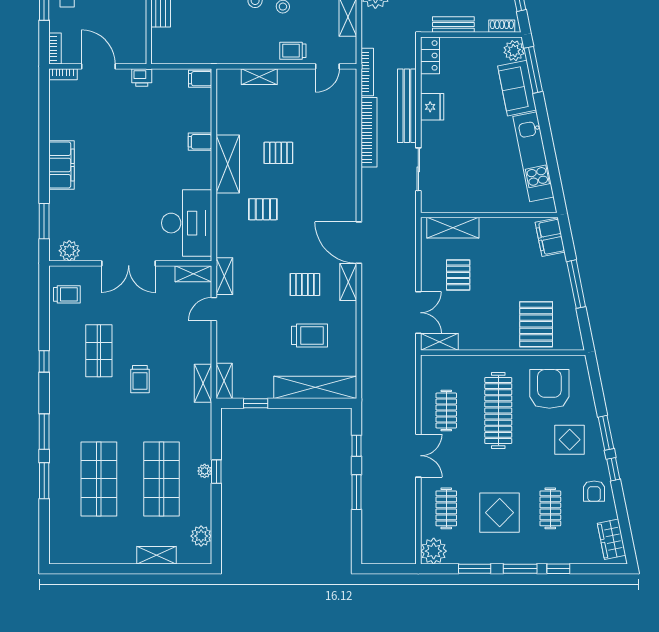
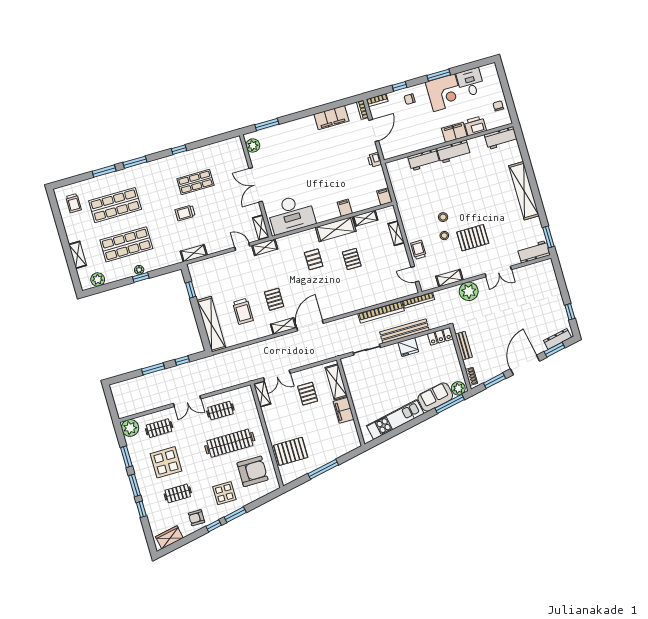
filing cabinet: (61, 165) -> (331, 118), moved
filing cabinet: (550, 237) -> (344, 410), moved, turned -79
pallet: (458, 275) -> (308, 394), turned 90
trolley: (67, 294) -> (74, 203), moved
shelving: (224, 381) -> (365, 218), moved

